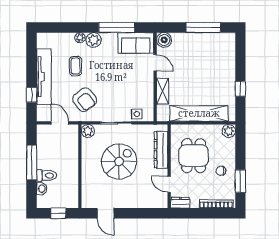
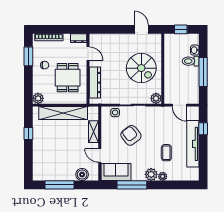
boiler: (164, 40) -> (82, 174), moved
armchair: (85, 100) -> (131, 135), moved
spiral stairs: (119, 161) -> (141, 68), moved, turned -90

